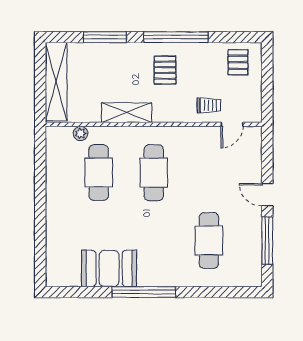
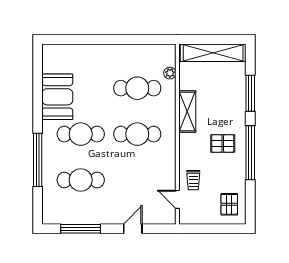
pallet: (238, 62) -> (229, 204), turned 90
door: (267, 195) -> (133, 229), moved
cafe table: (154, 240) -> (81, 134), added
window: (144, 292) -> (38, 160), moved

